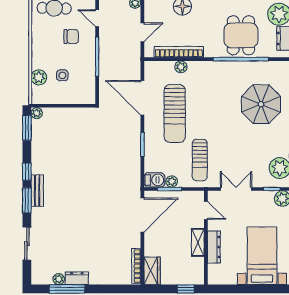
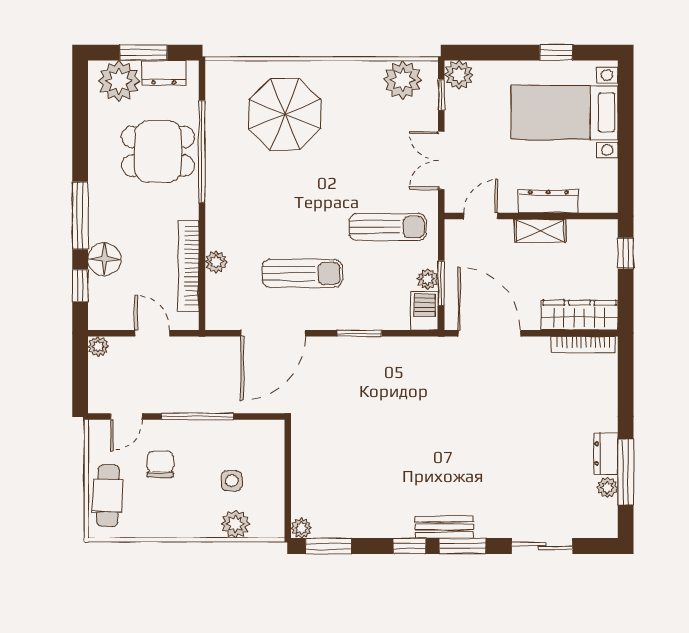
sun lounger: (175, 114) -> (302, 273), width x0.73, depth x0.75
wardrobe: (152, 271) -> (579, 315), width x1.50

